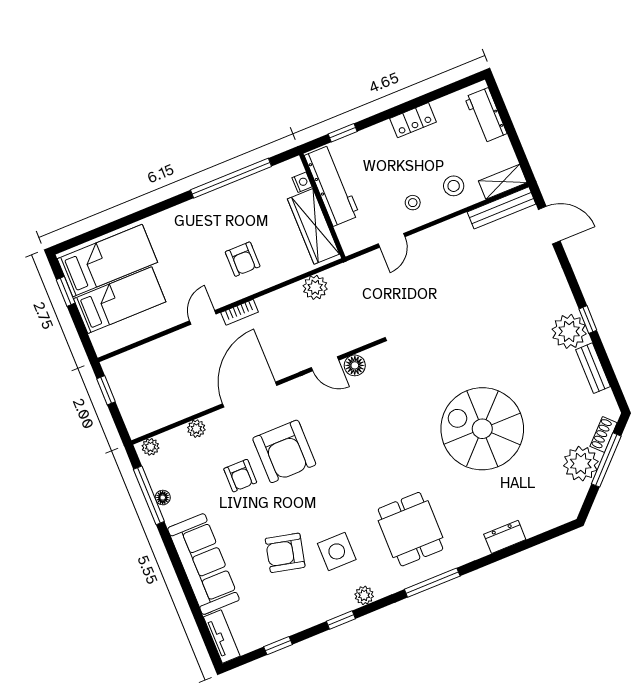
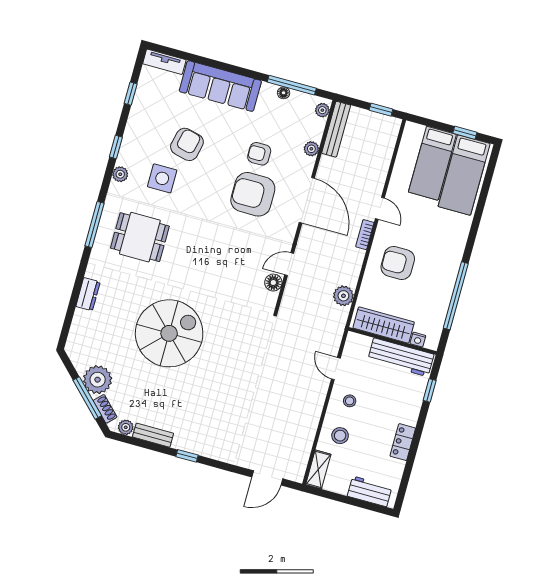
bench: (501, 208) -> (336, 129), moved
armchair: (243, 259) -> (398, 263), width x1.38, depth x1.38
plant: (569, 331) -> (126, 427), moved, width x0.53, depth x0.53

